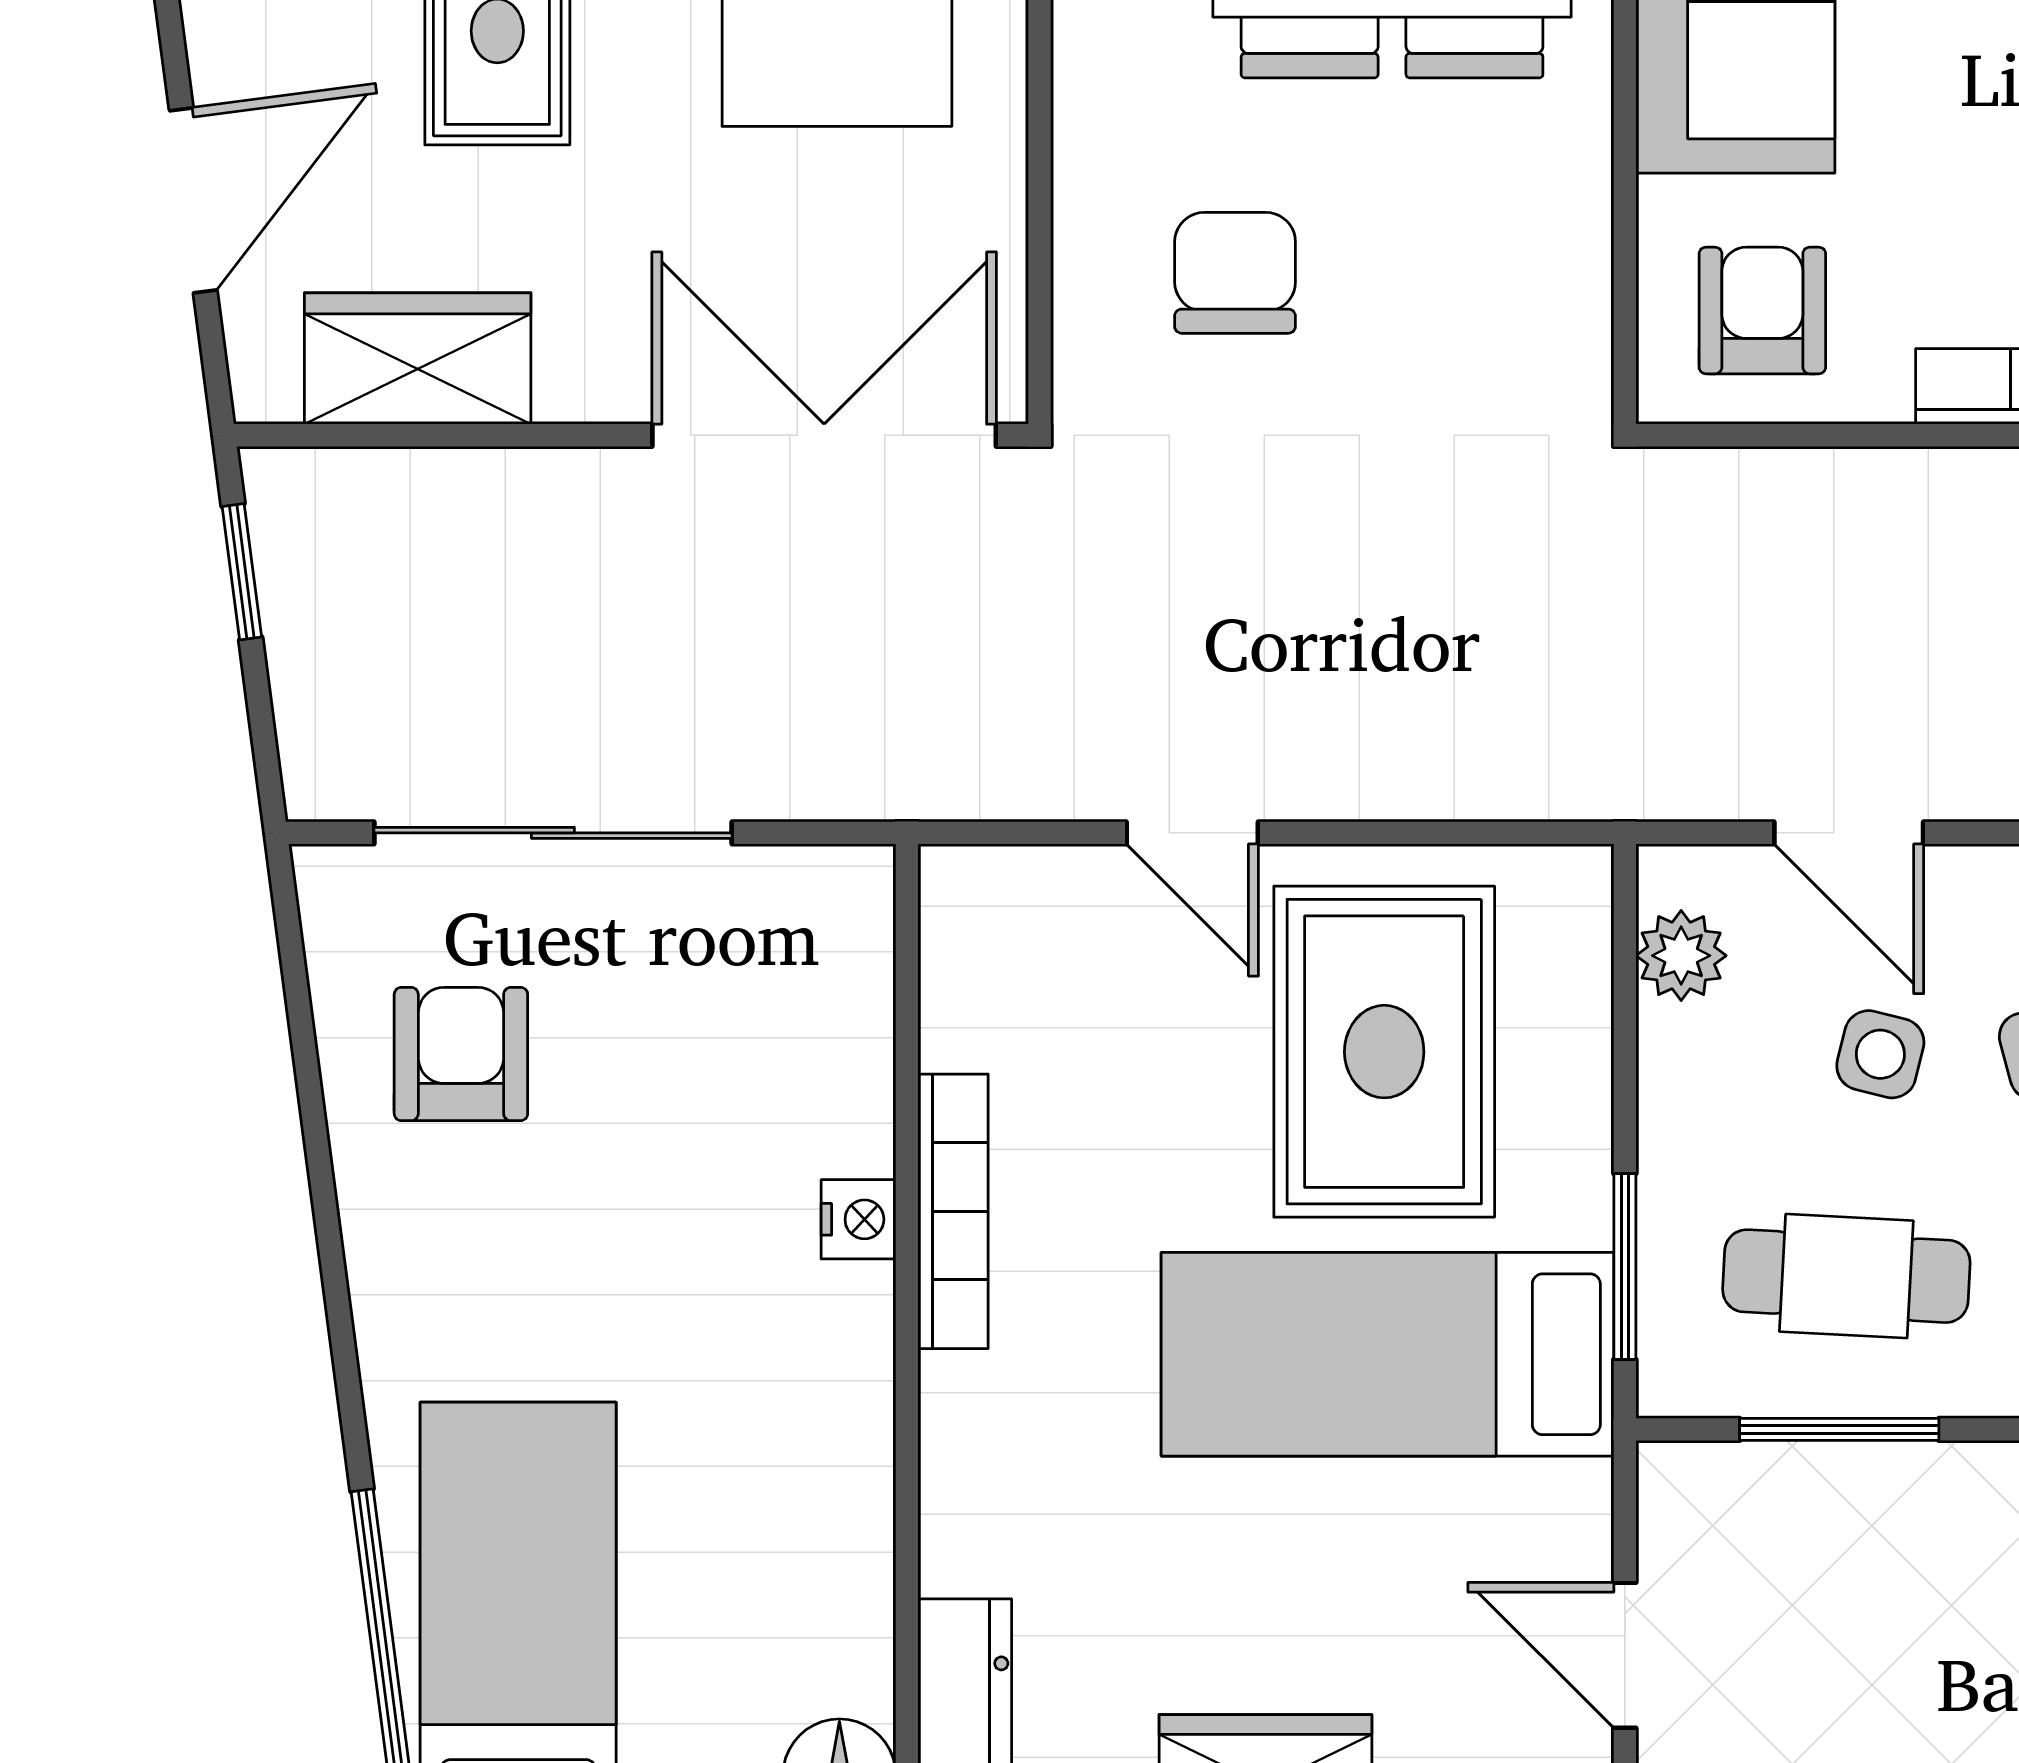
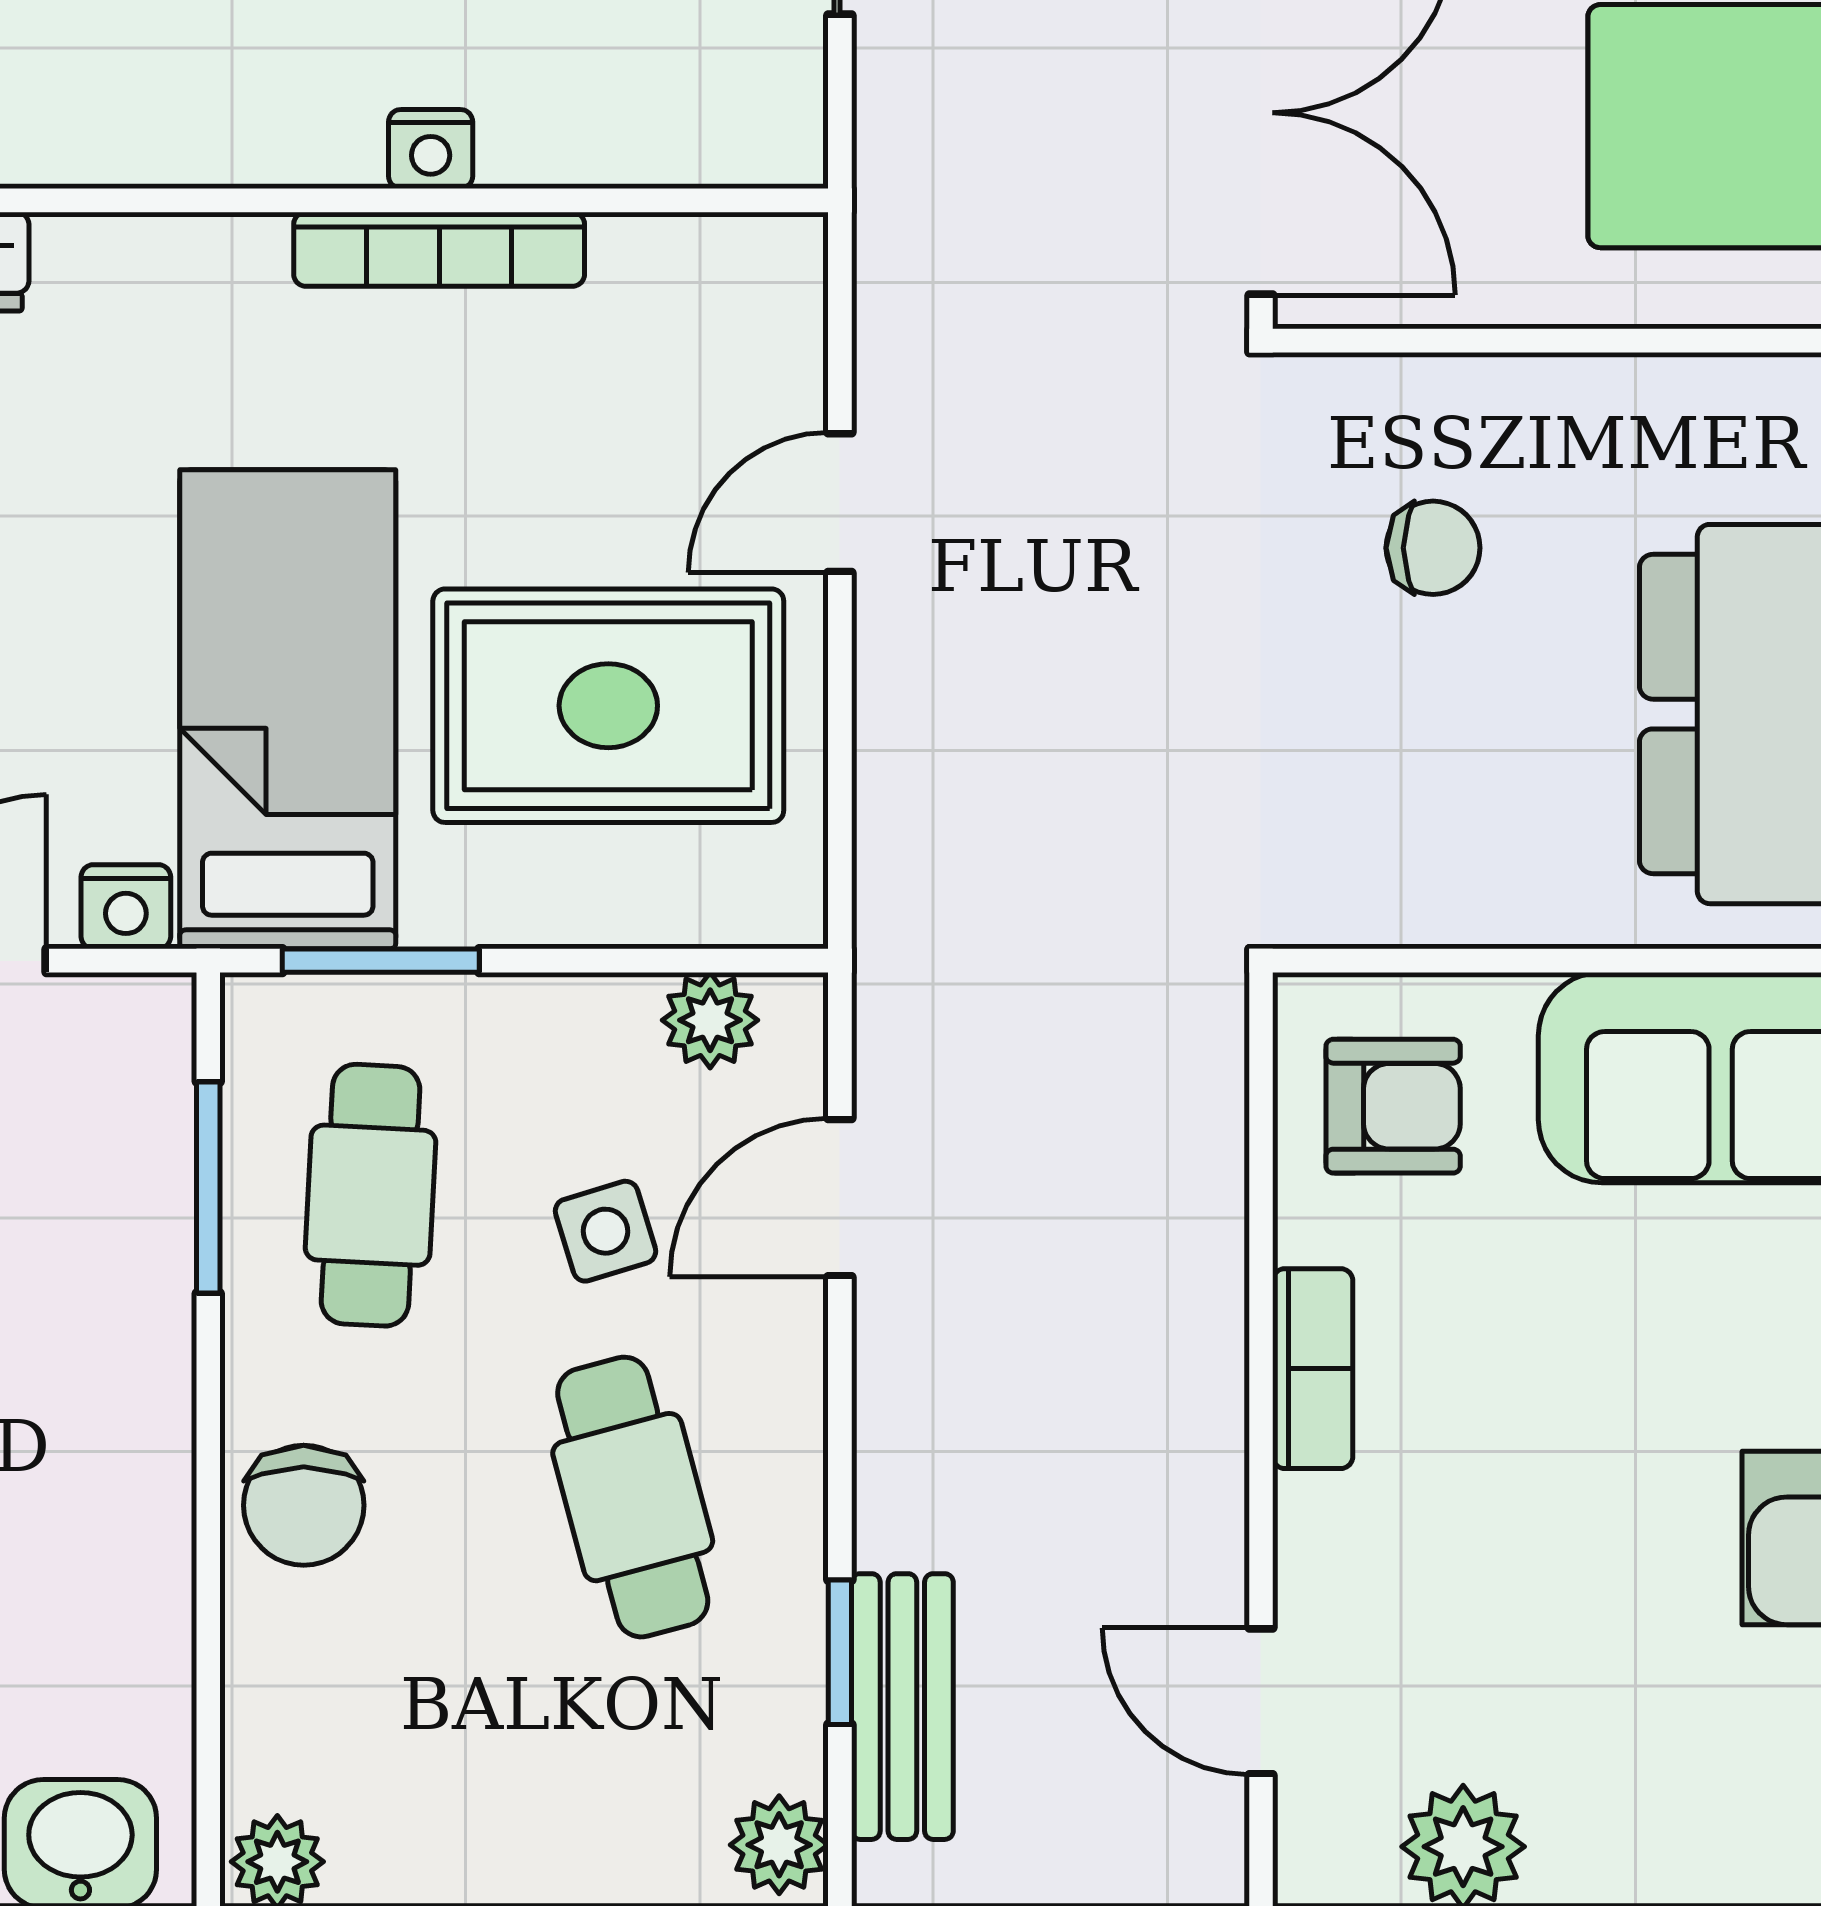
chair: (1235, 273) -> (1433, 548), width x0.73, depth x0.73
side table: (1880, 1054) -> (605, 1231), turned -31
nightstand: (1574, 1507) -> (126, 907), added

